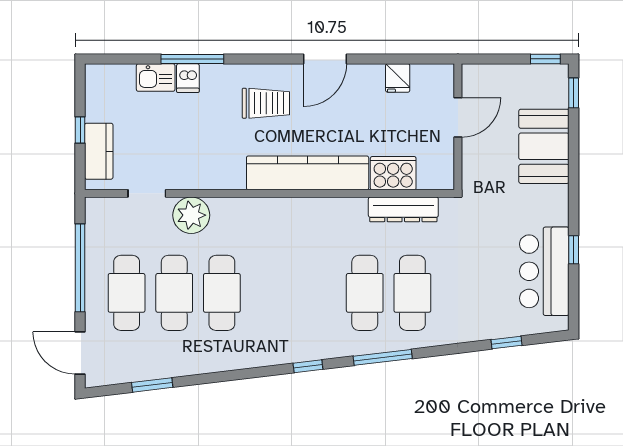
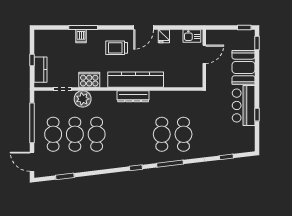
kitchen sink: (156, 78) -> (192, 36), moved
fridge: (398, 78) -> (164, 36), moved
trolley: (266, 103) -> (117, 48), turned 180
cooker: (393, 173) -> (89, 80), moved
dresser: (403, 209) -> (133, 96), moved
bar counter: (544, 271) -> (244, 105), moved

